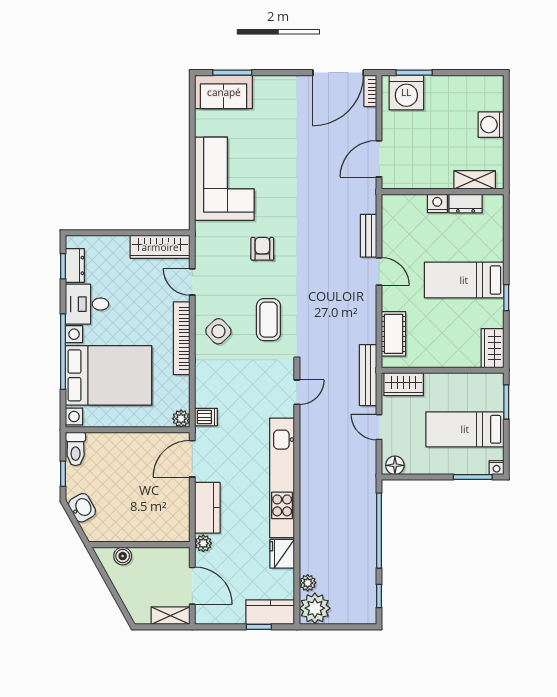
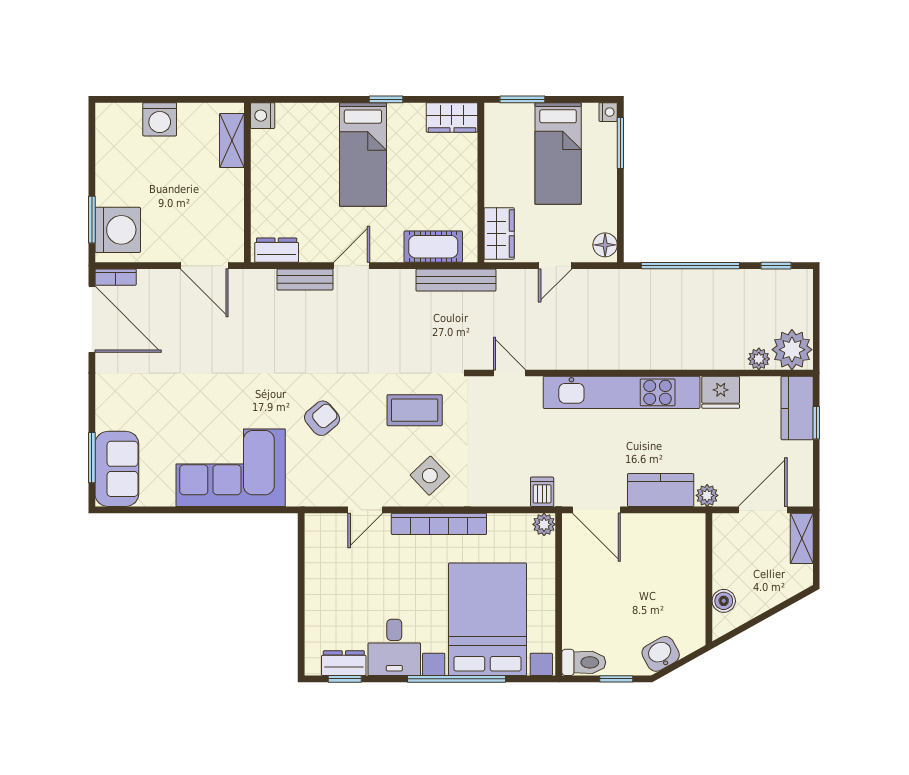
nightstand: (437, 203) -> (263, 116), moved
dresser: (466, 204) -> (277, 250), moved, turned -90
wardrobe: (160, 247) -> (319, 552), removed
armchair: (262, 249) -> (322, 418), turned 140
bench: (368, 375) -> (456, 280), moved

